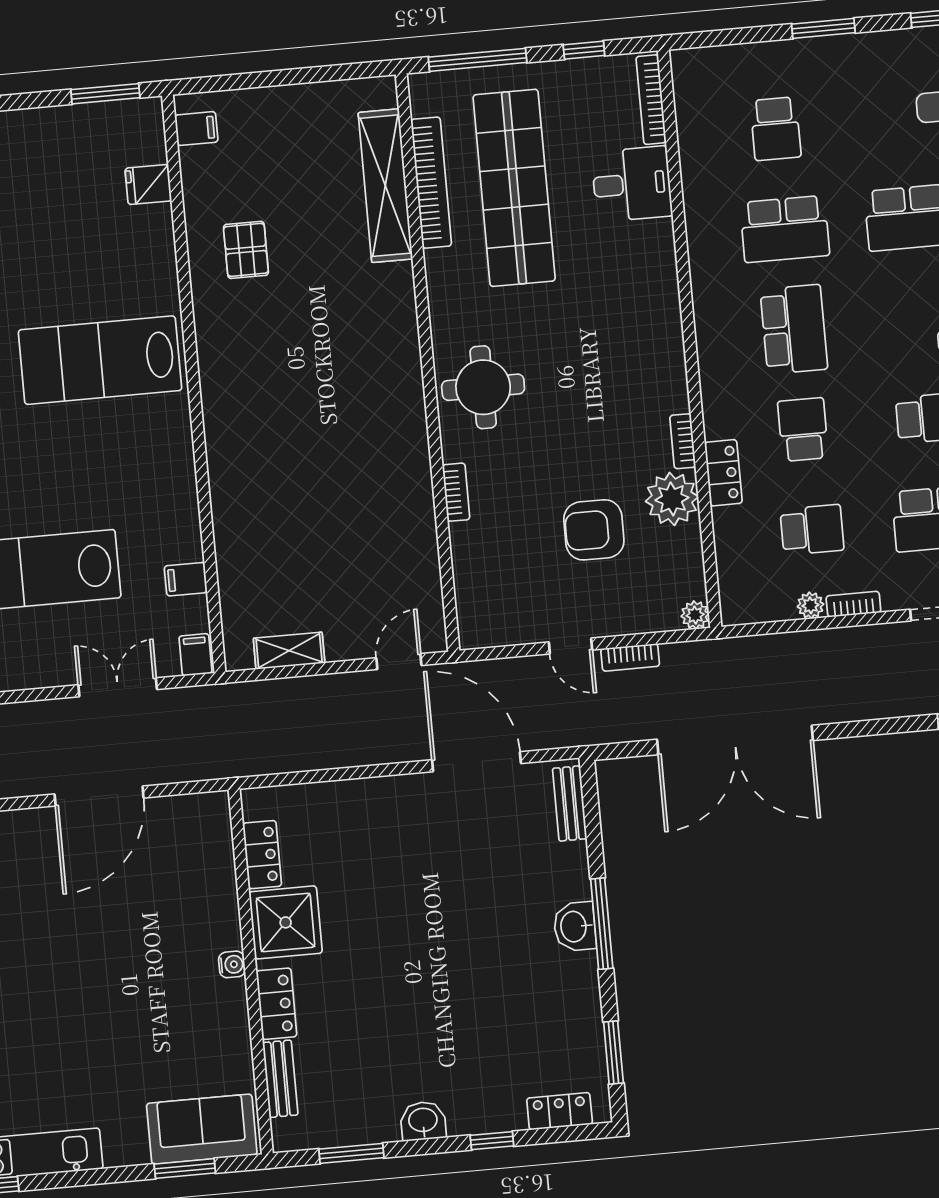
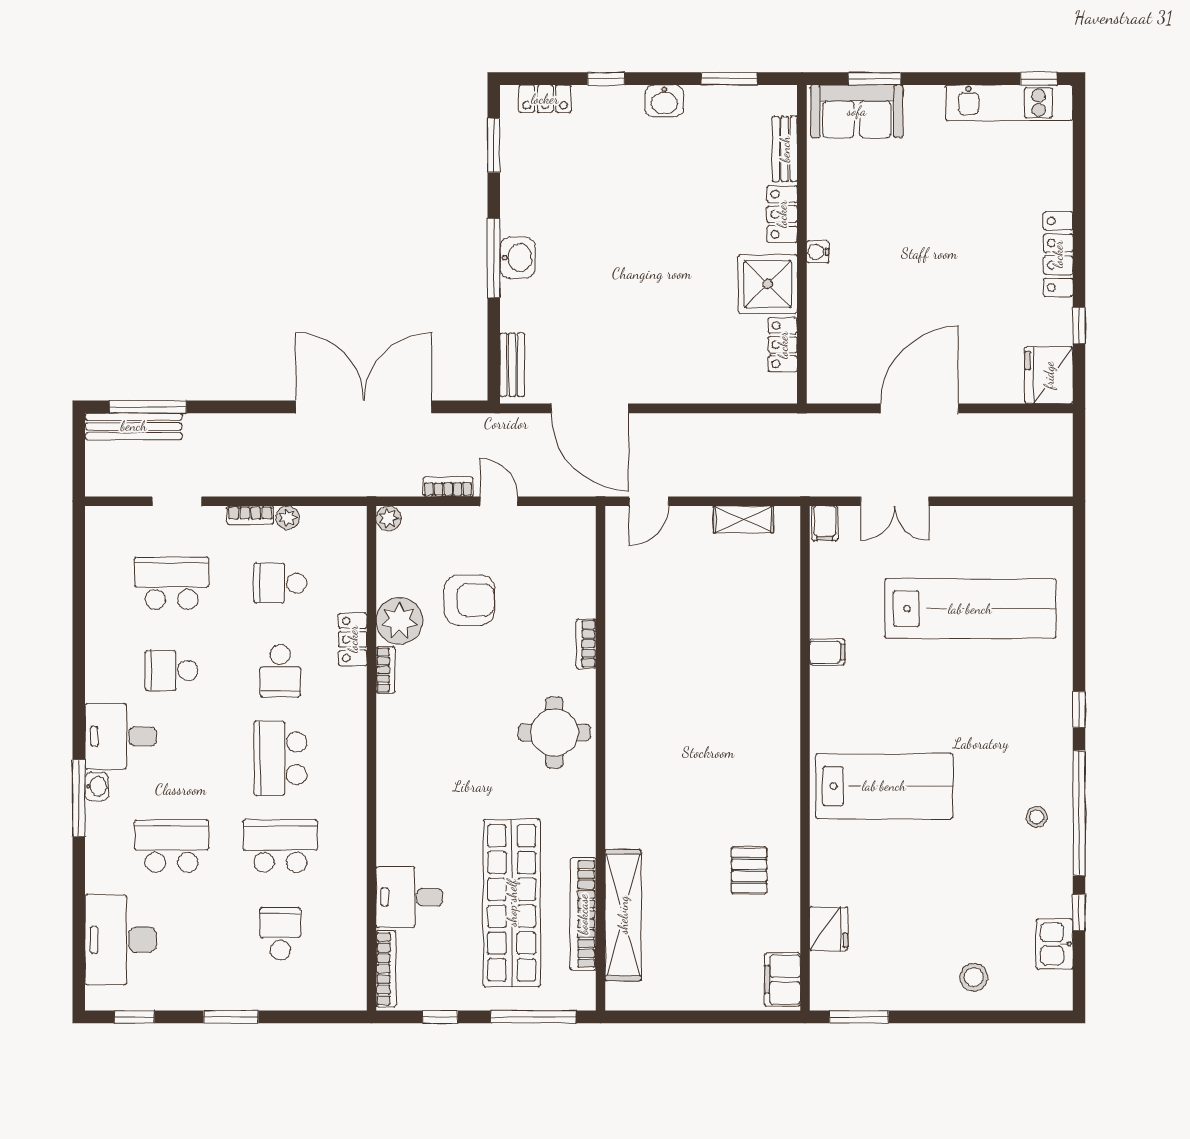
filing cabinet: (196, 129) -> (783, 979), width x2.00
fridge: (148, 185) -> (829, 929), width x1.38
filing cabinet: (186, 579) -> (827, 652), moved

